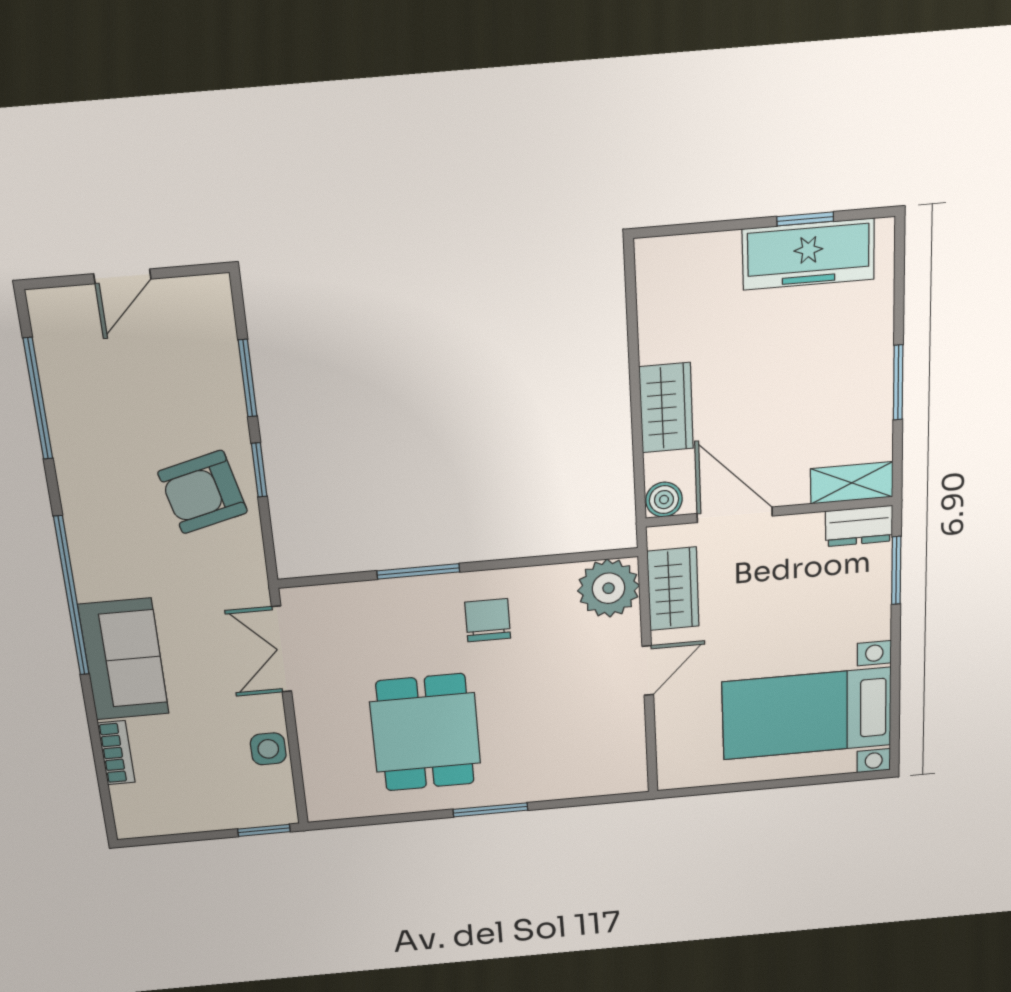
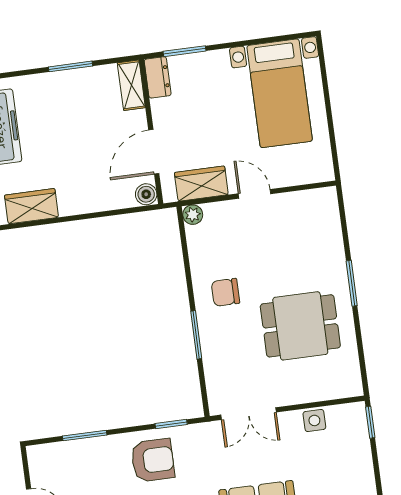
wardrobe: (666, 408) -> (31, 206), moved
window: (259, 470) -> (171, 424), moved
armchair: (203, 492) -> (153, 460), turned -76
plant: (609, 588) -> (193, 215), width x0.53, depth x0.53

